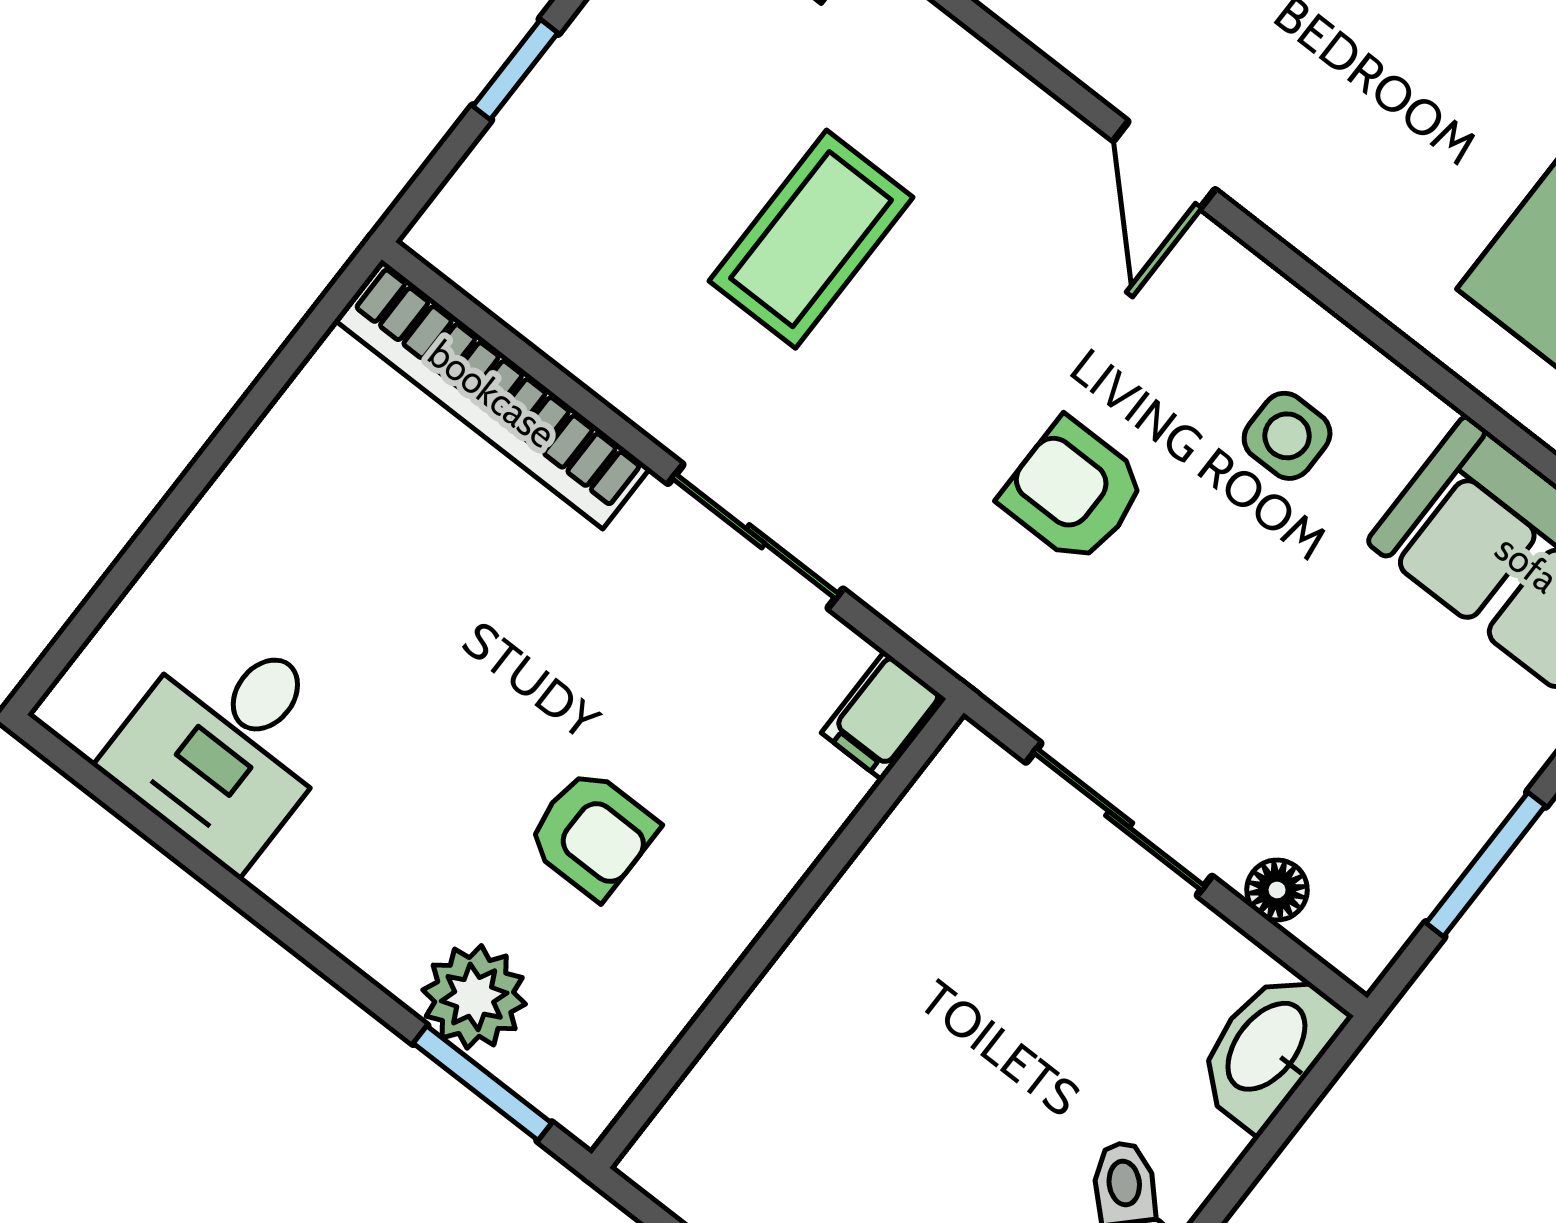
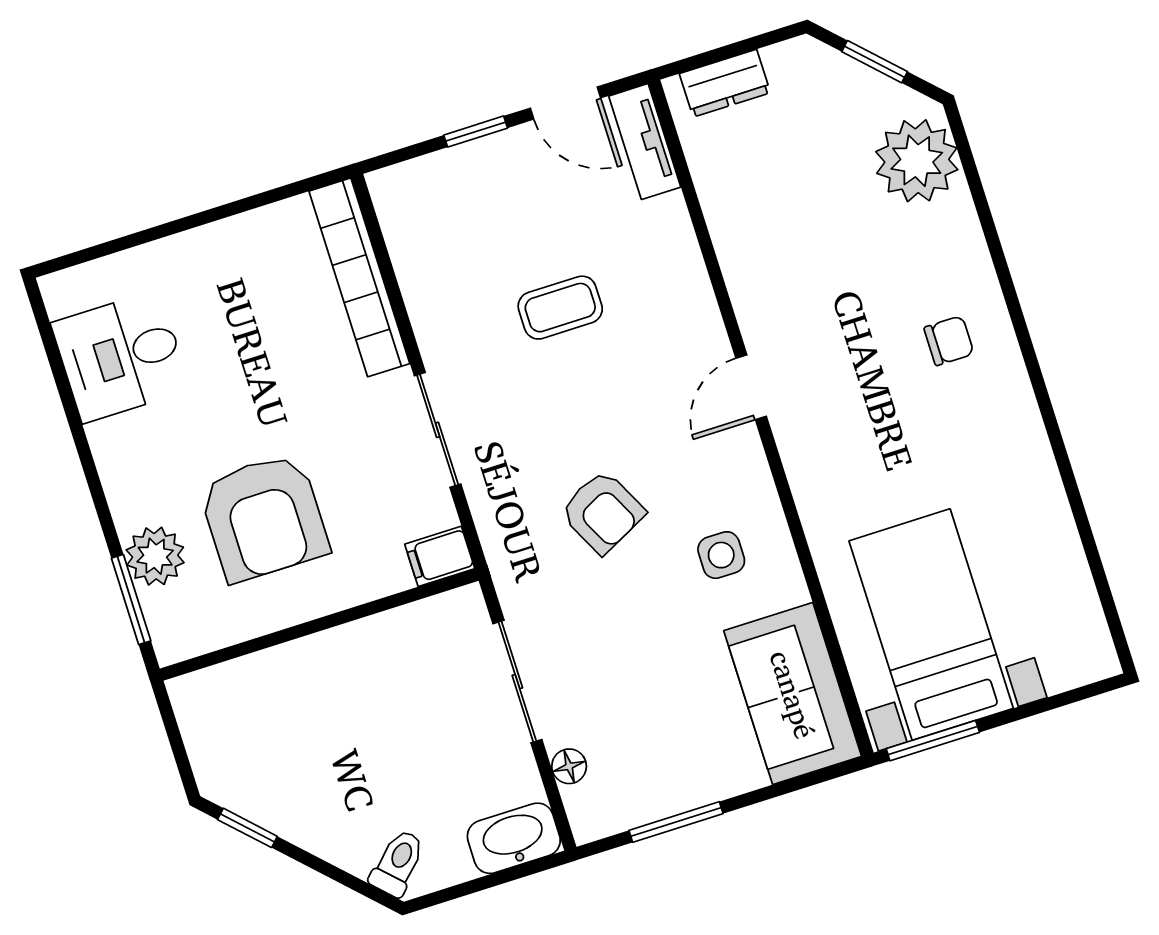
coffee table: (811, 239) -> (560, 308), width x0.73, depth x0.77
armchair: (1074, 491) -> (602, 512), turned 153
armchair: (592, 834) -> (264, 517), width x1.88, depth x1.88

